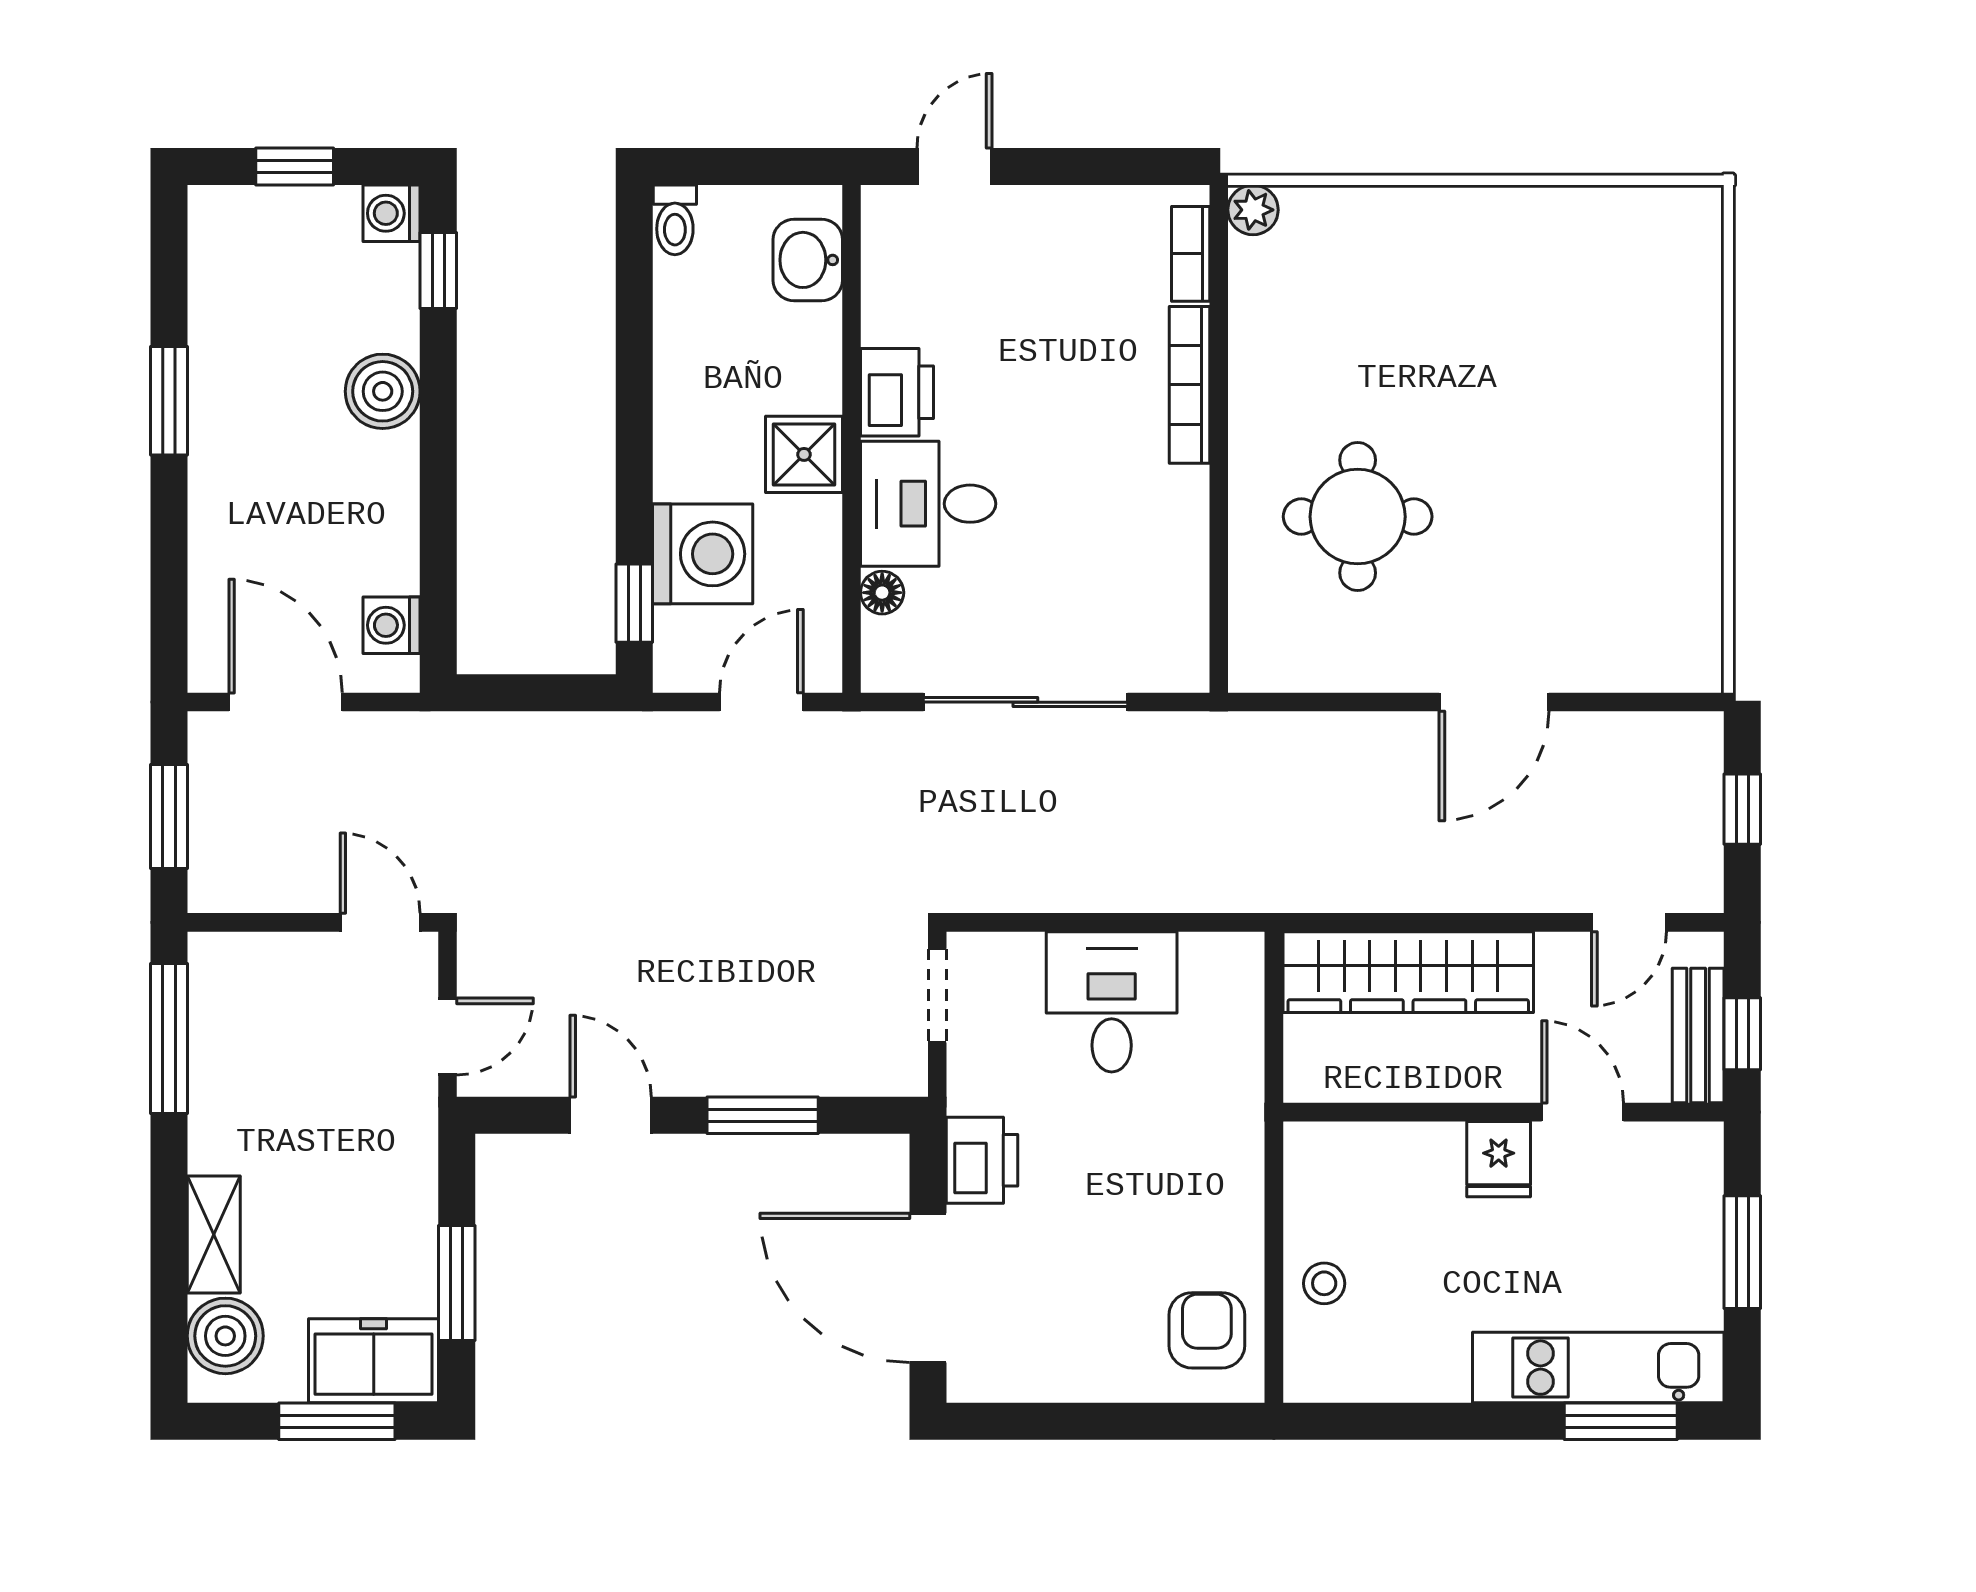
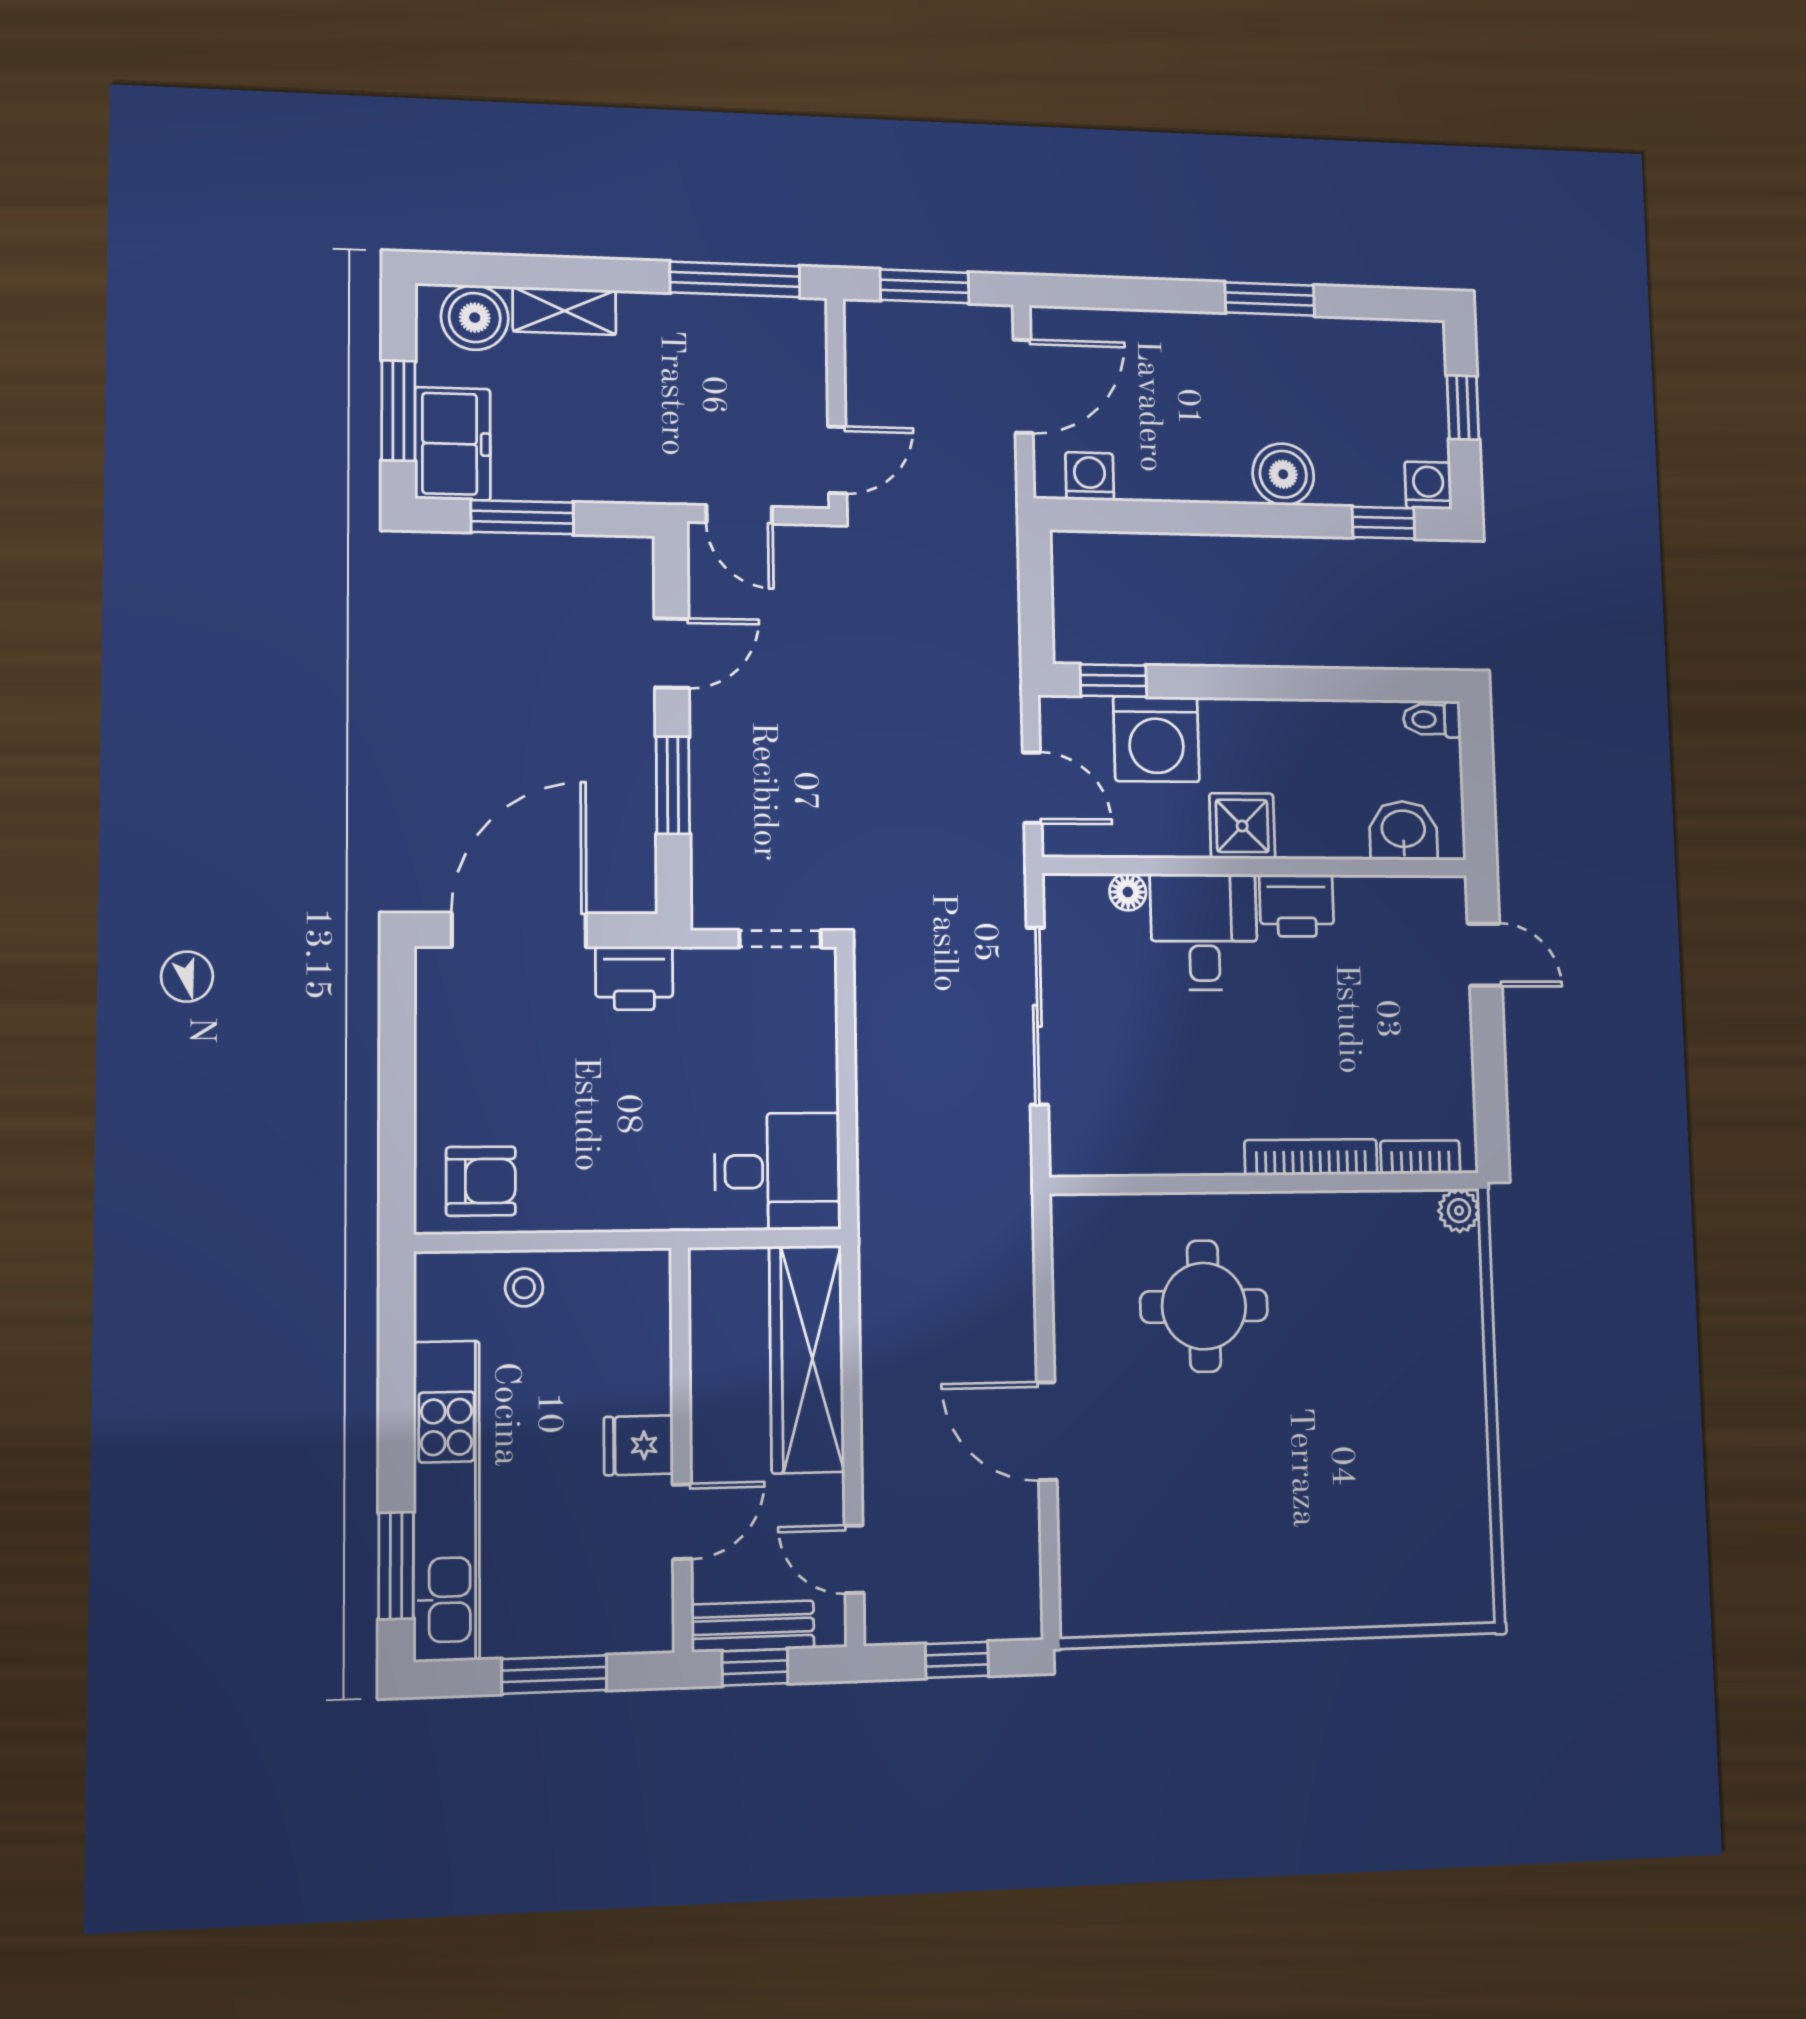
desk: (1112, 1002) -> (778, 1171), moved
kitchen unit: (1598, 1368) -> (446, 1500), width x1.36

